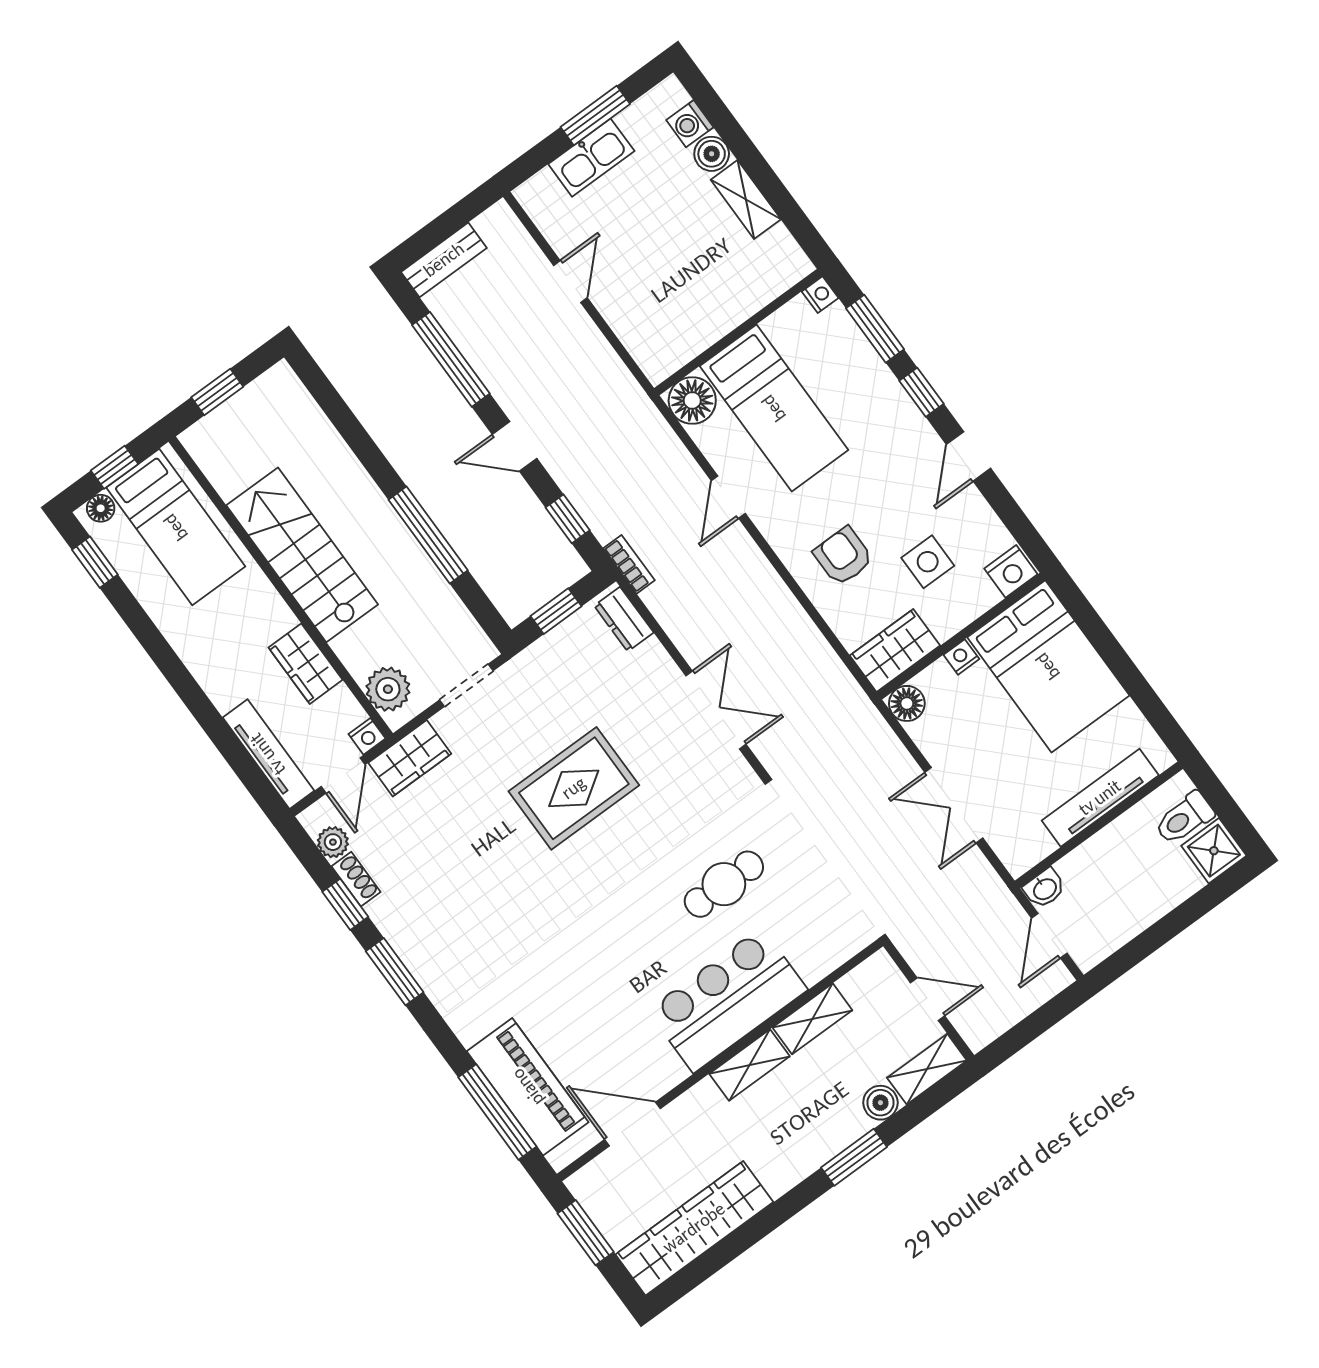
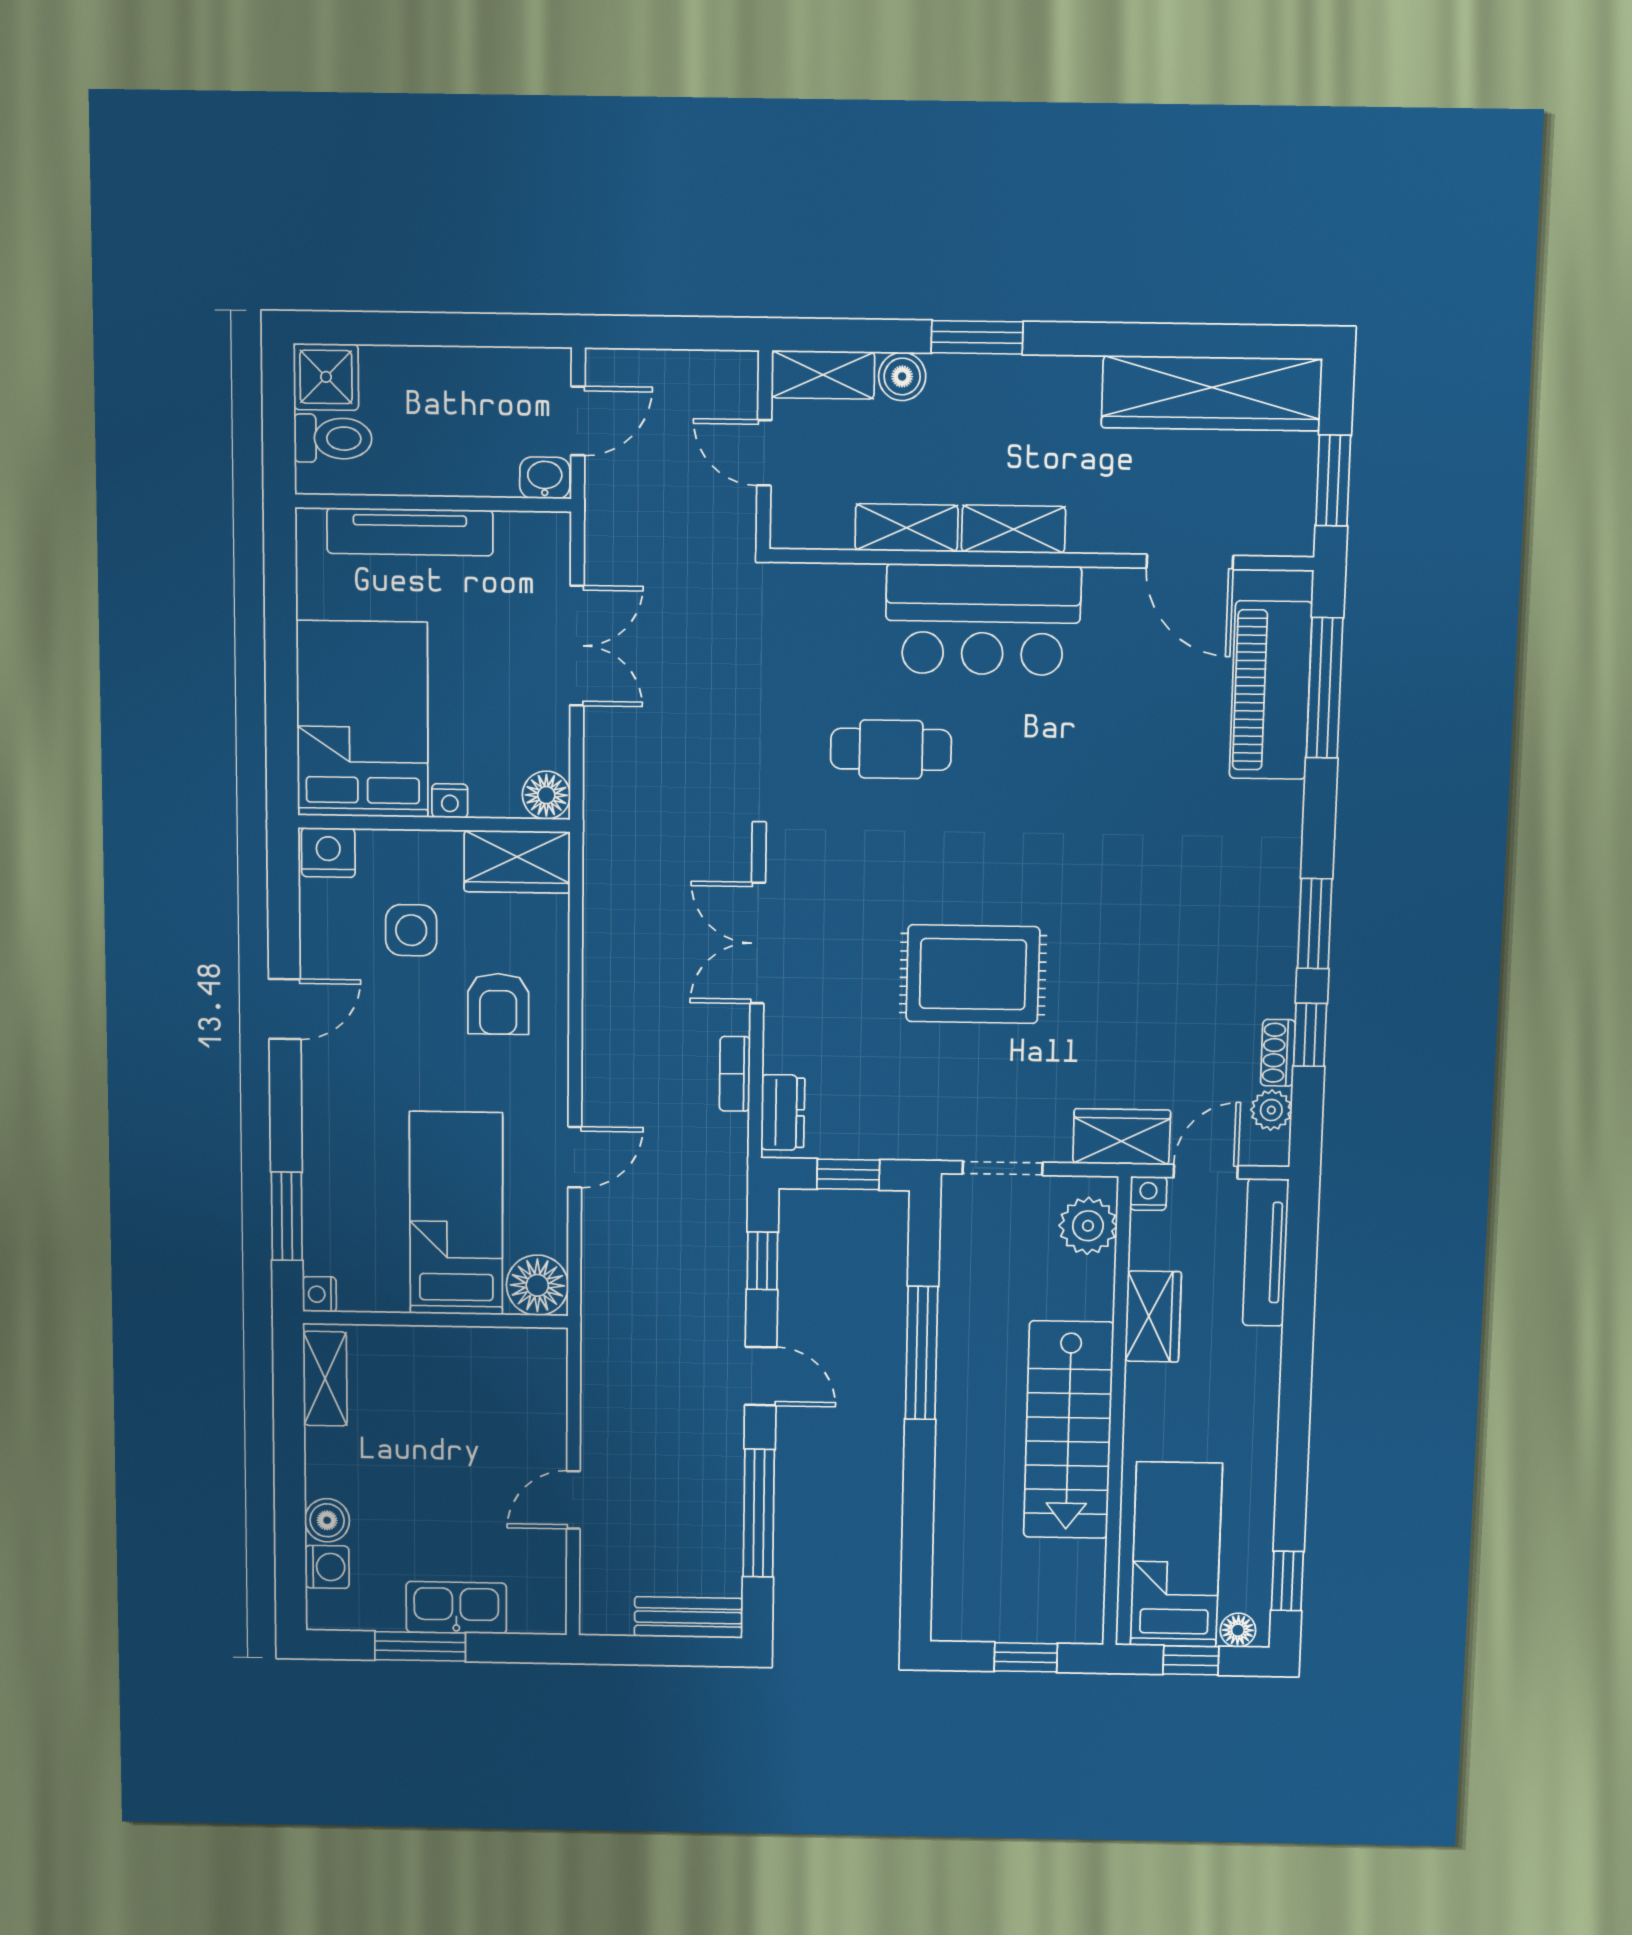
shelving: (746, 200) -> (325, 1379), moved
window: (921, 392) -> (286, 1114), removed
bookcase: (629, 564) -> (735, 1074), moved

